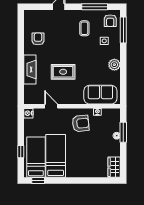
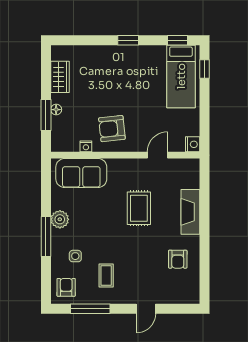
window: (123, 30) -> (46, 236), moved
rug: (63, 72) -> (139, 208), turned 90
door: (51, 106) -> (157, 155), swing flipped
window: (21, 152) -> (205, 69), moved
bed: (56, 156) -> (151, 78), removed
wardrobe: (114, 167) -> (60, 77), moved
window: (70, 181) -> (128, 40), added

